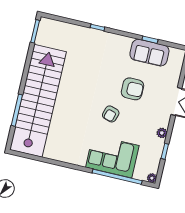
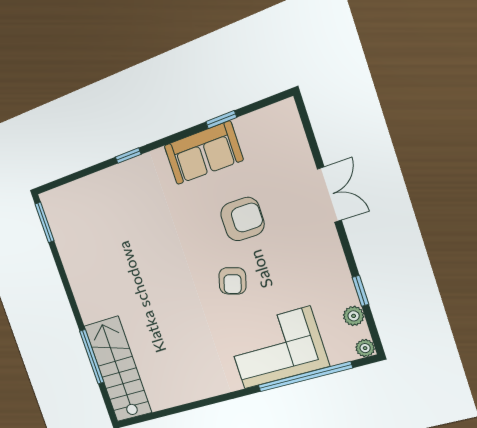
sofa: (149, 53) -> (203, 153), moved
stairs: (38, 101) -> (118, 369), width x0.54, depth x0.66
plant: (162, 133) -> (354, 316), moved

